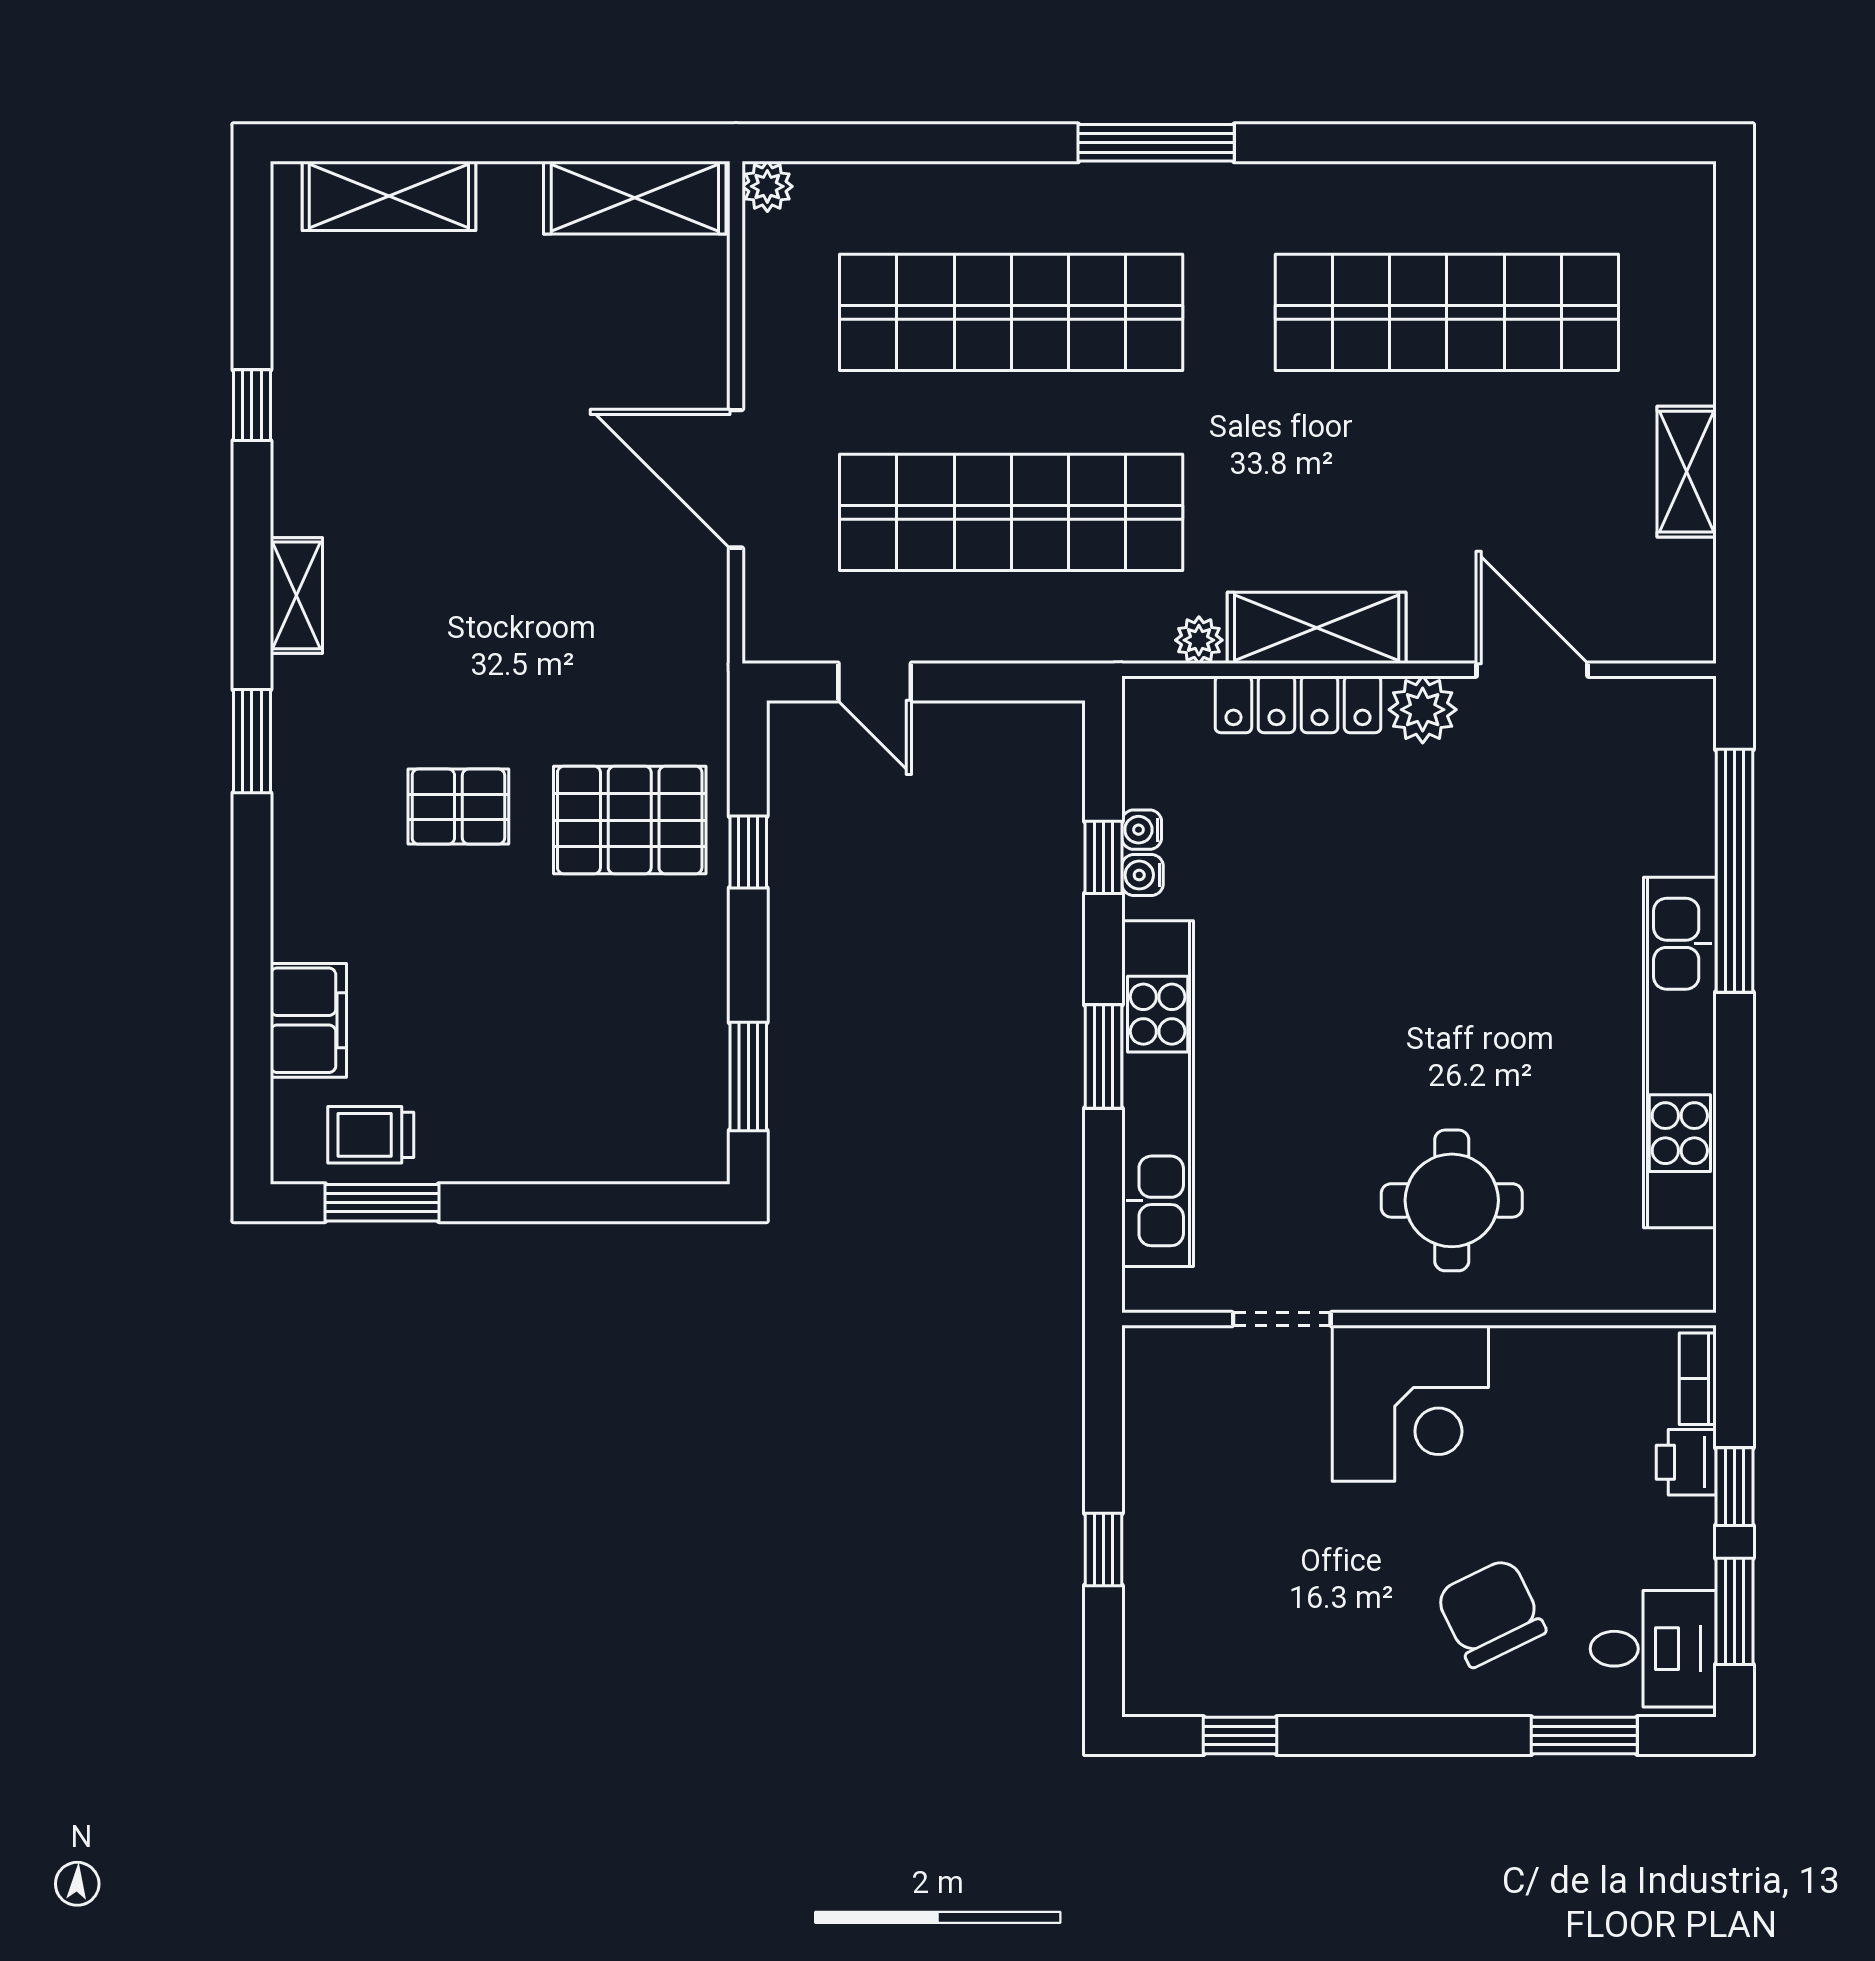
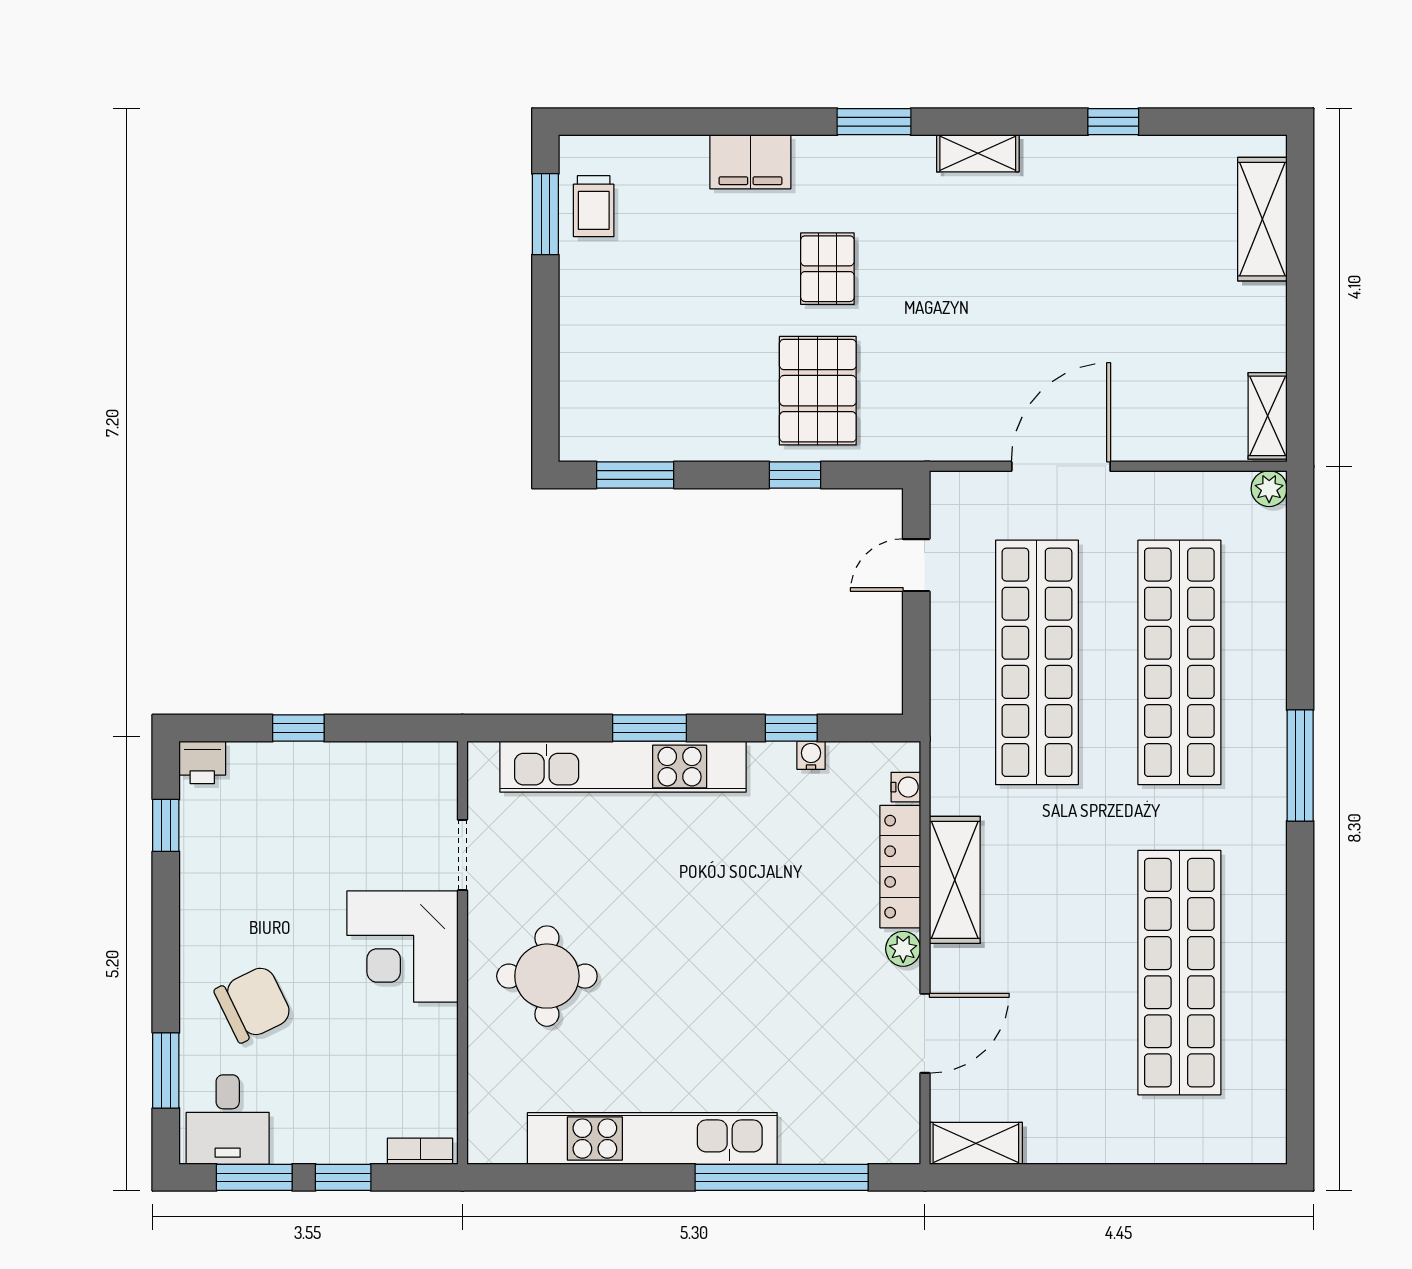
shelving: (635, 198) -> (1268, 416), width x0.67, depth x0.75
shelving: (1687, 472) -> (976, 1143), moved
plant: (1199, 640) -> (946, 796), removed
plant: (1423, 710) -> (903, 949), width x0.73, depth x0.73
water cooler: (1143, 875) -> (906, 787), moved, turned 90
filing cabinet: (308, 1020) -> (750, 162), moved
trolley: (371, 1135) -> (594, 206), turned 180
printer: (1686, 1462) -> (202, 762), moved, turned 180

